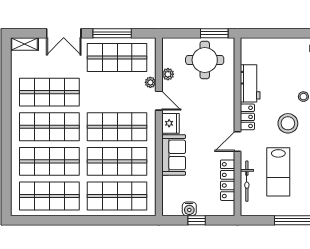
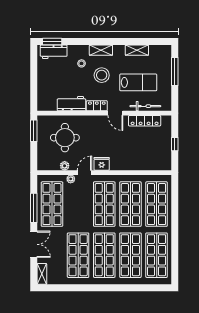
round table: (205, 60) -> (65, 138), moved
sofa: (174, 155) -> (126, 161), removed
water cooler: (189, 209) -> (166, 150), removed

